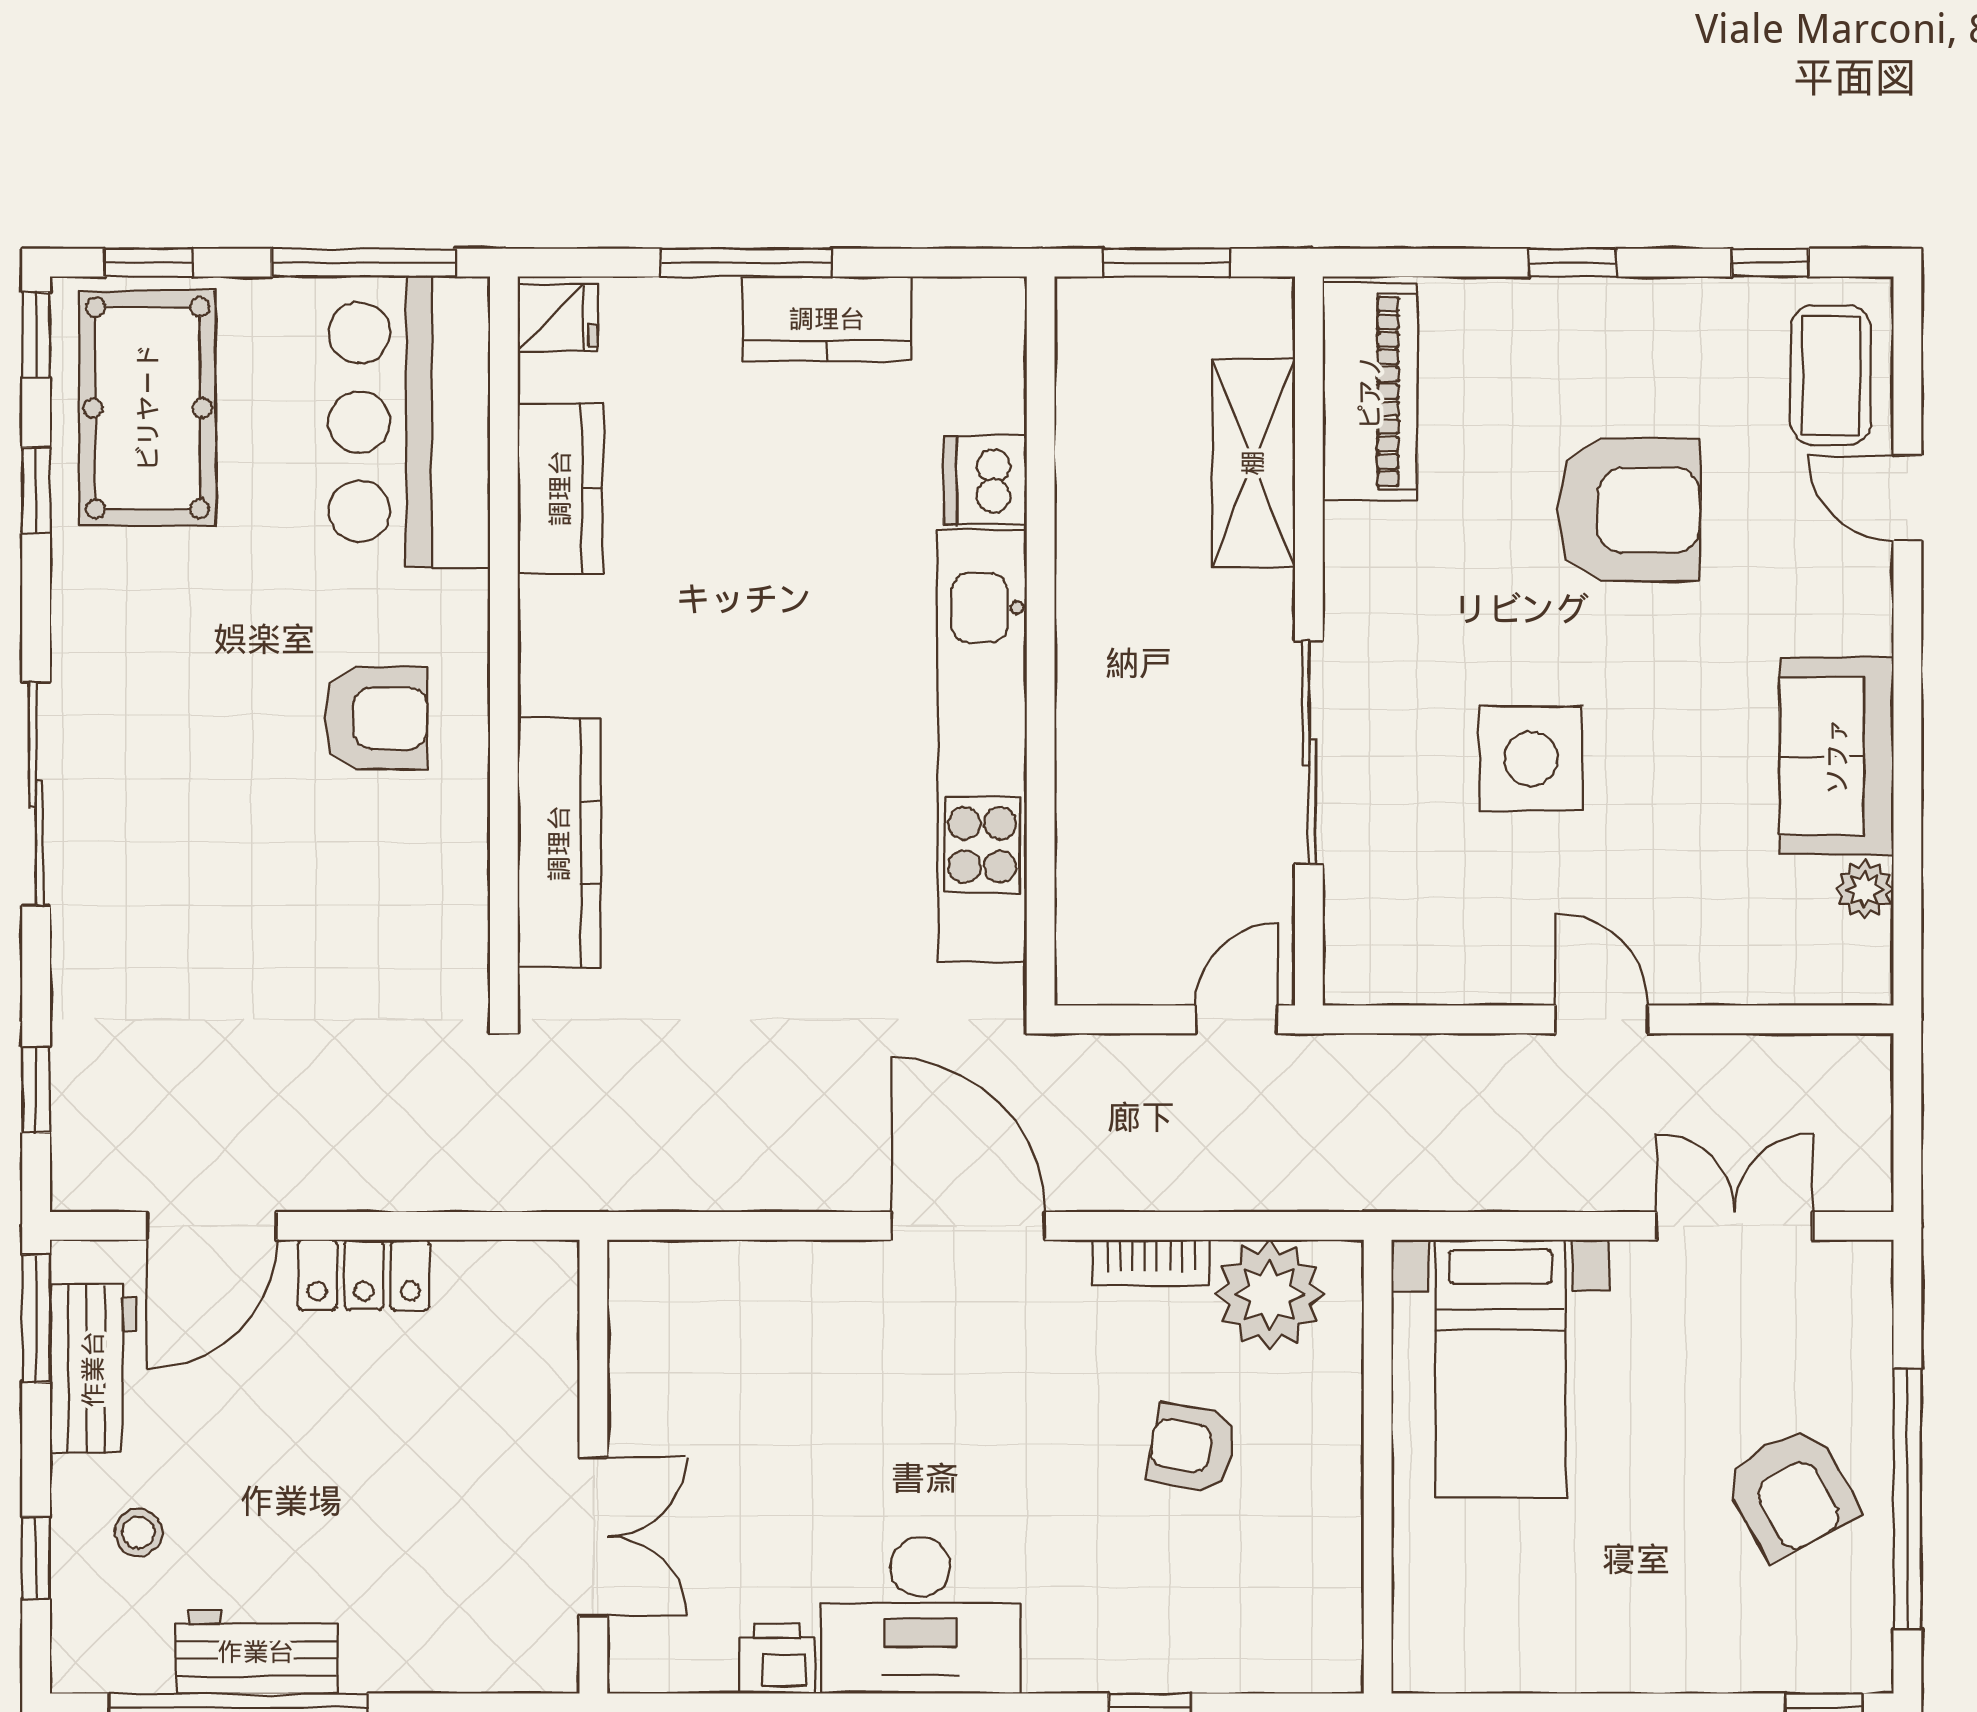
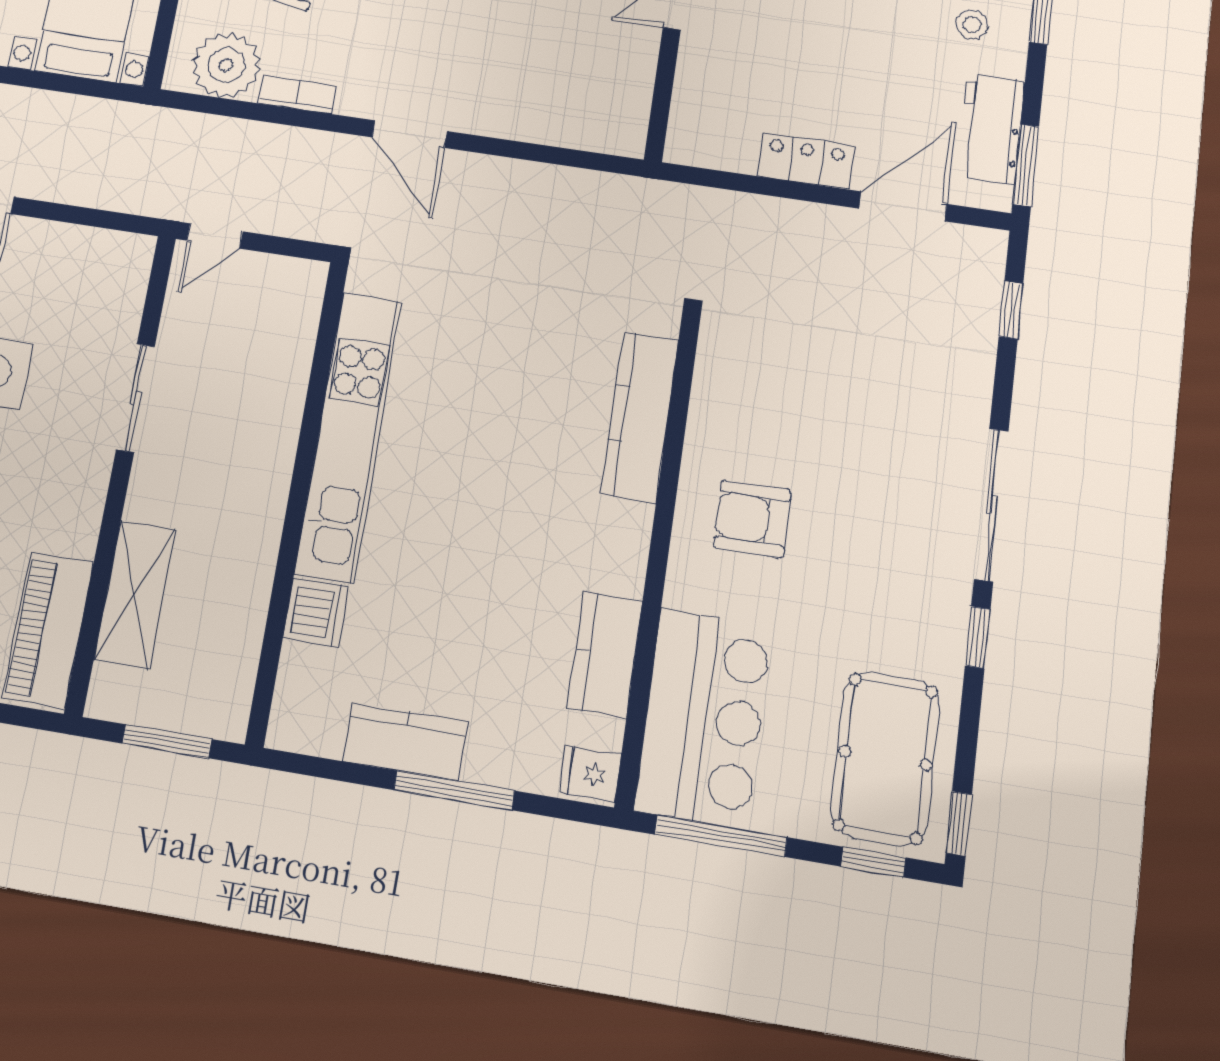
window: (36, 490) -> (978, 637), moved
sliding door: (1309, 752) -> (135, 398), width x0.73
door: (968, 1226) -> (410, 134), width x0.73

